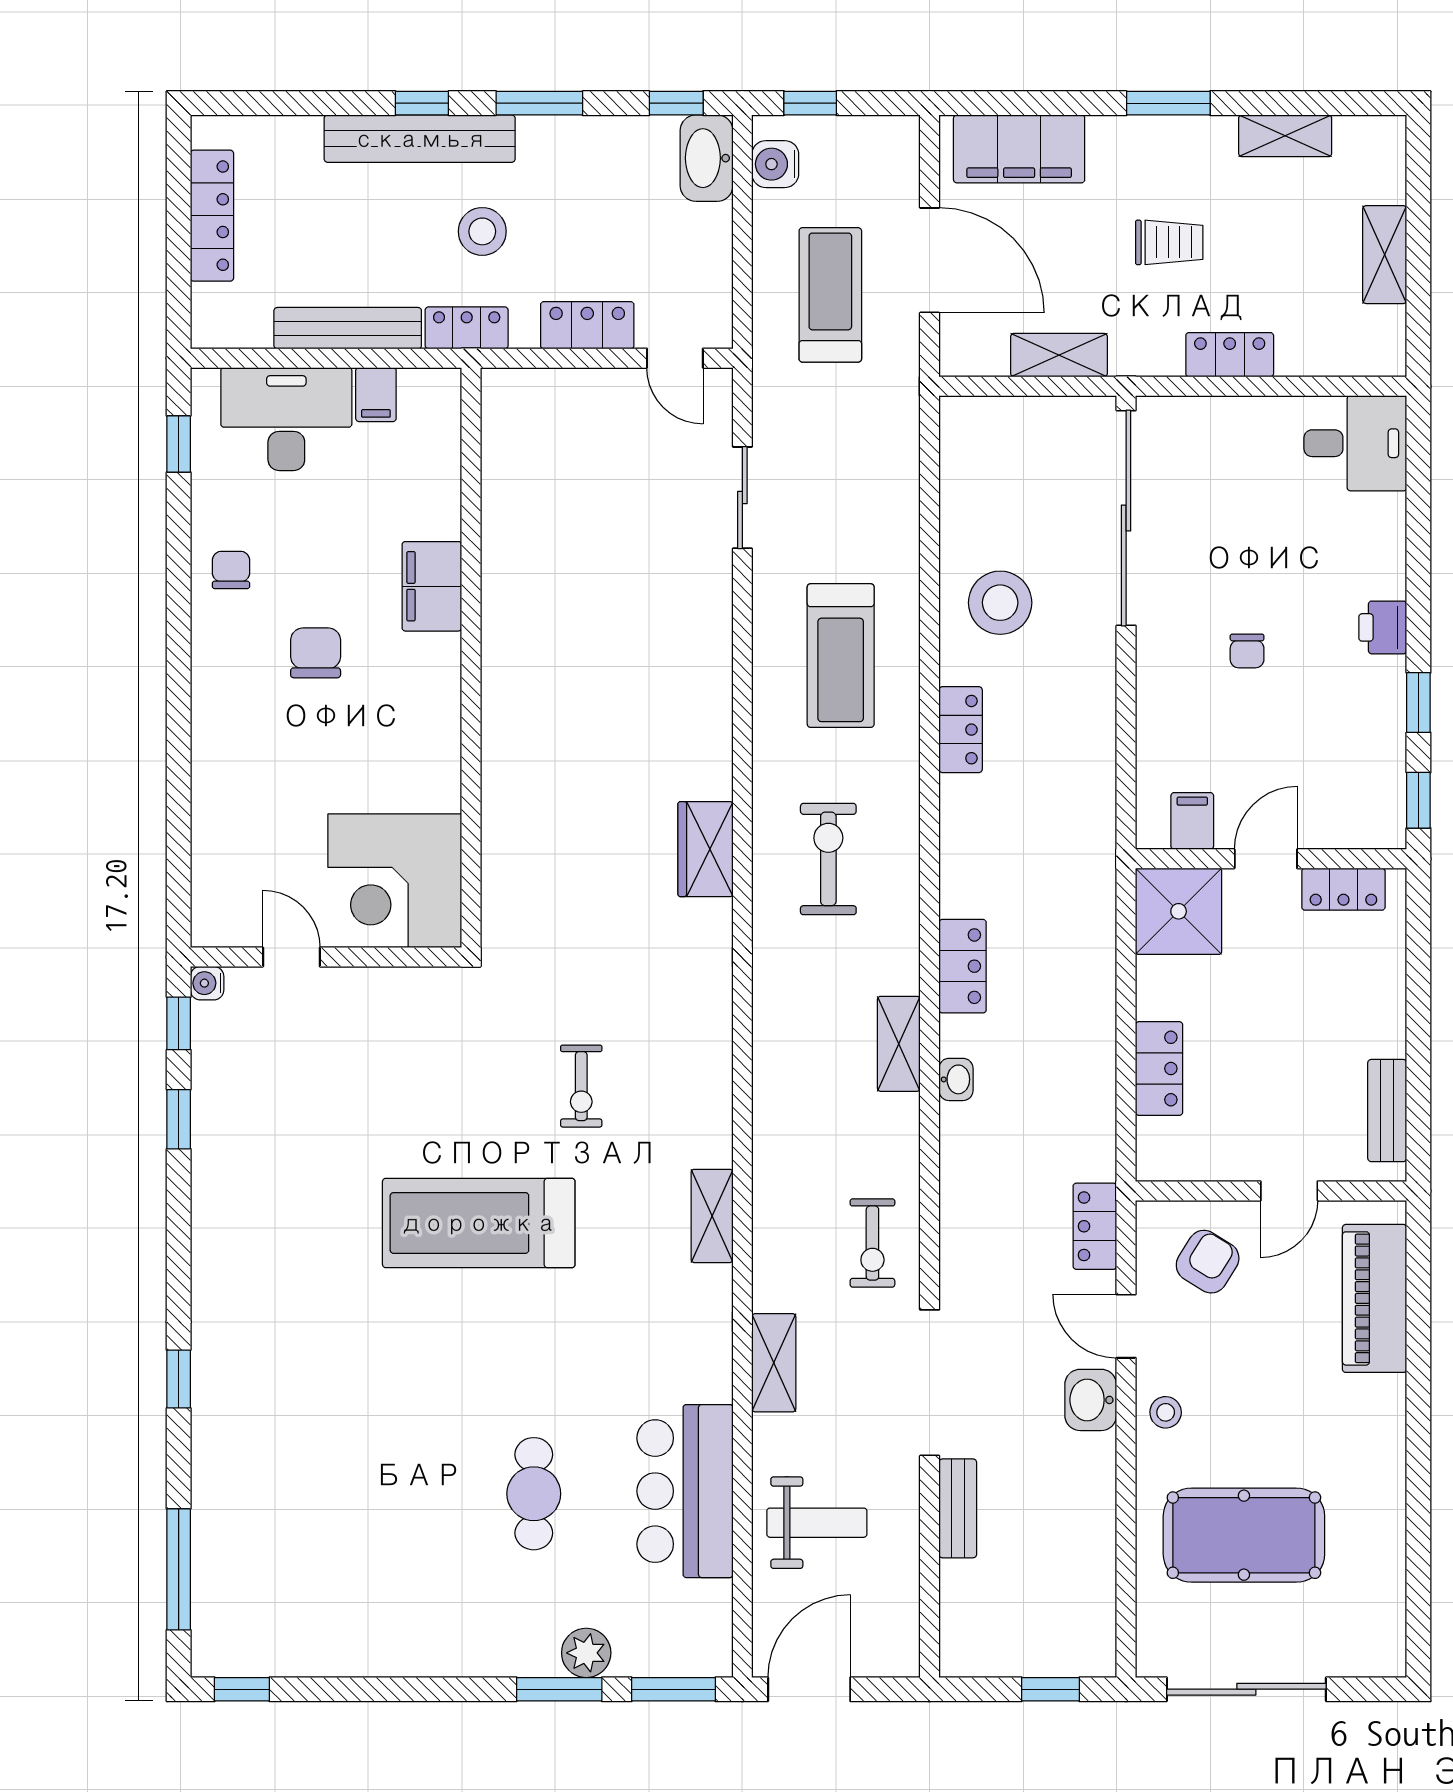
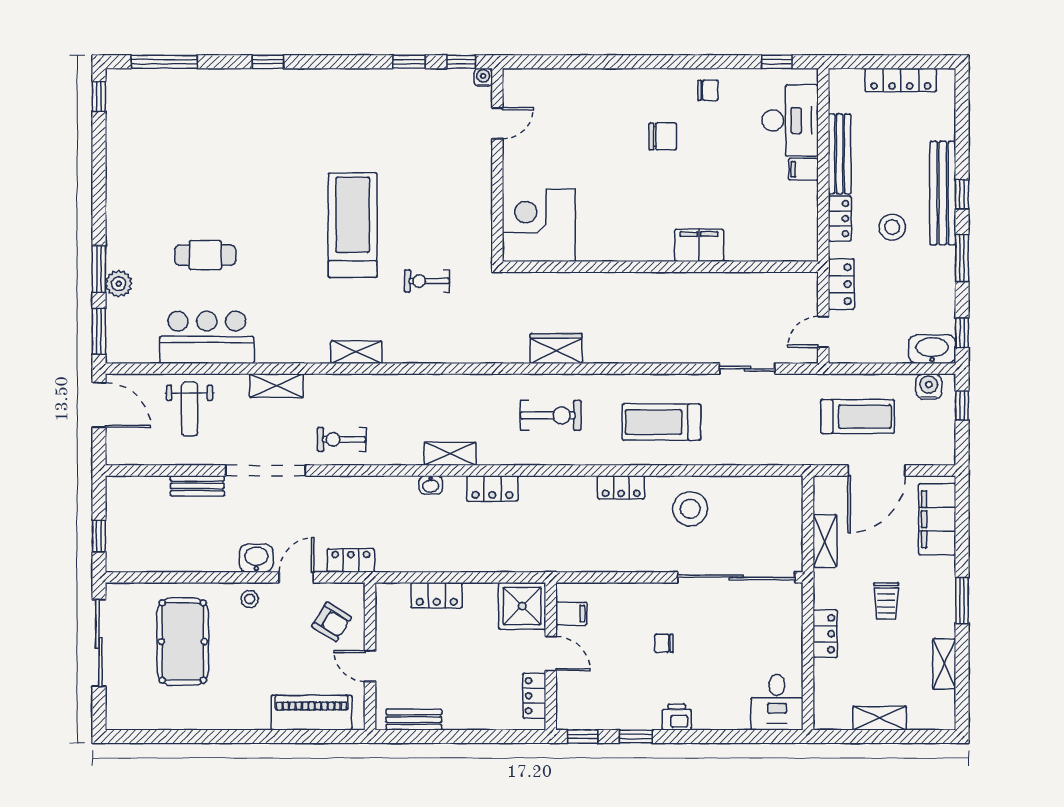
filing cabinet: (432, 586) -> (699, 245), moved
wall: (471, 658) -> (660, 267), moved
corner desk: (395, 881) -> (539, 225), moved

